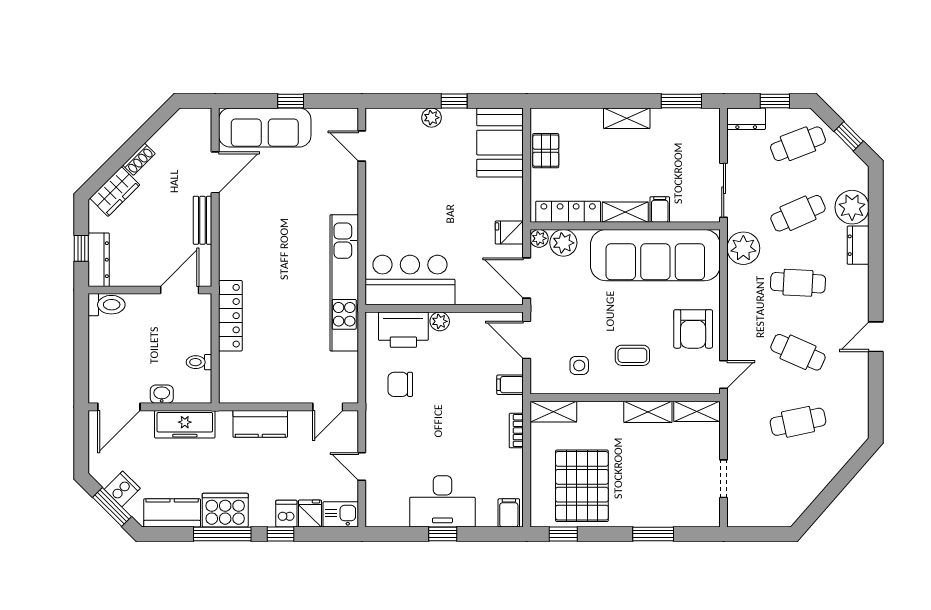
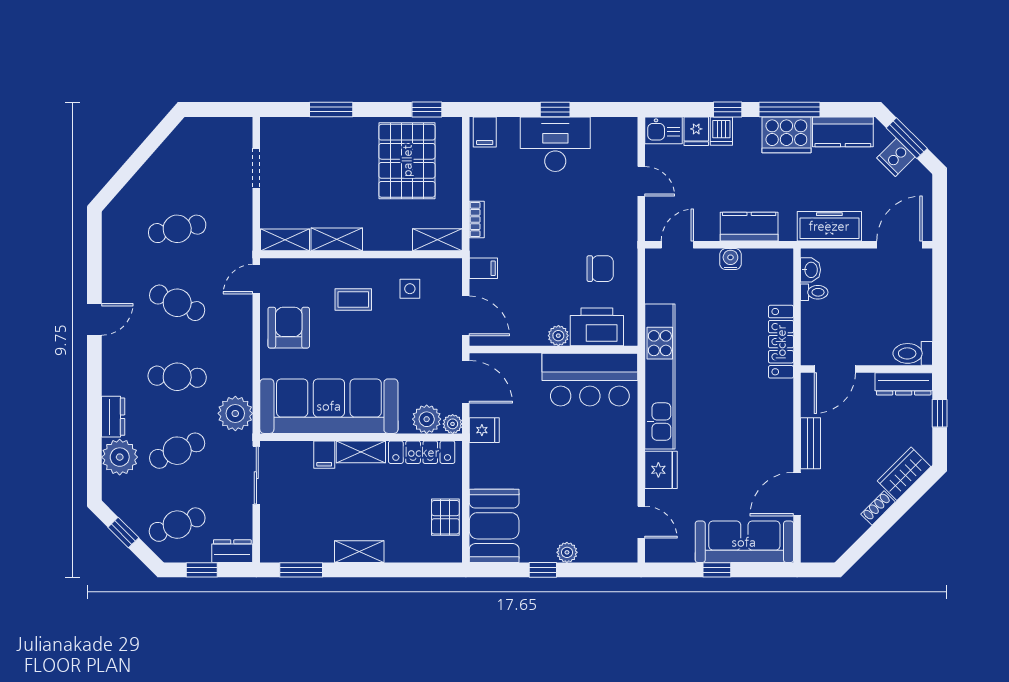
fridge: (343, 195) -> (661, 470), added
dresser: (99, 260) -> (904, 384), moved, turned -90
water cooler: (278, 393) -> (730, 259), added
washbasin: (162, 394) -> (811, 270), moved, turned -90

